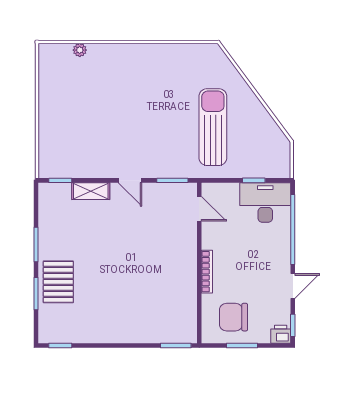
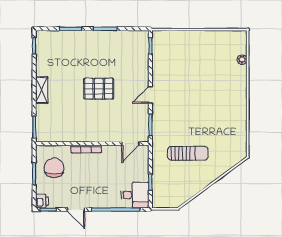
sun lounger: (213, 127) -> (188, 153), width x0.73, depth x0.75
shelving: (91, 191) -> (42, 90), moved
desk: (265, 202) -> (135, 195), width x0.73
pallet: (58, 282) -> (99, 89), moved

